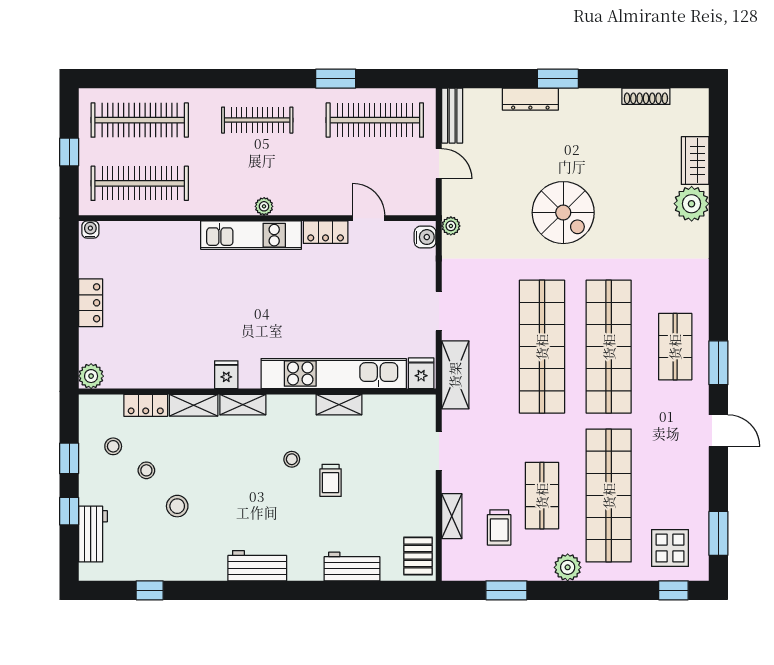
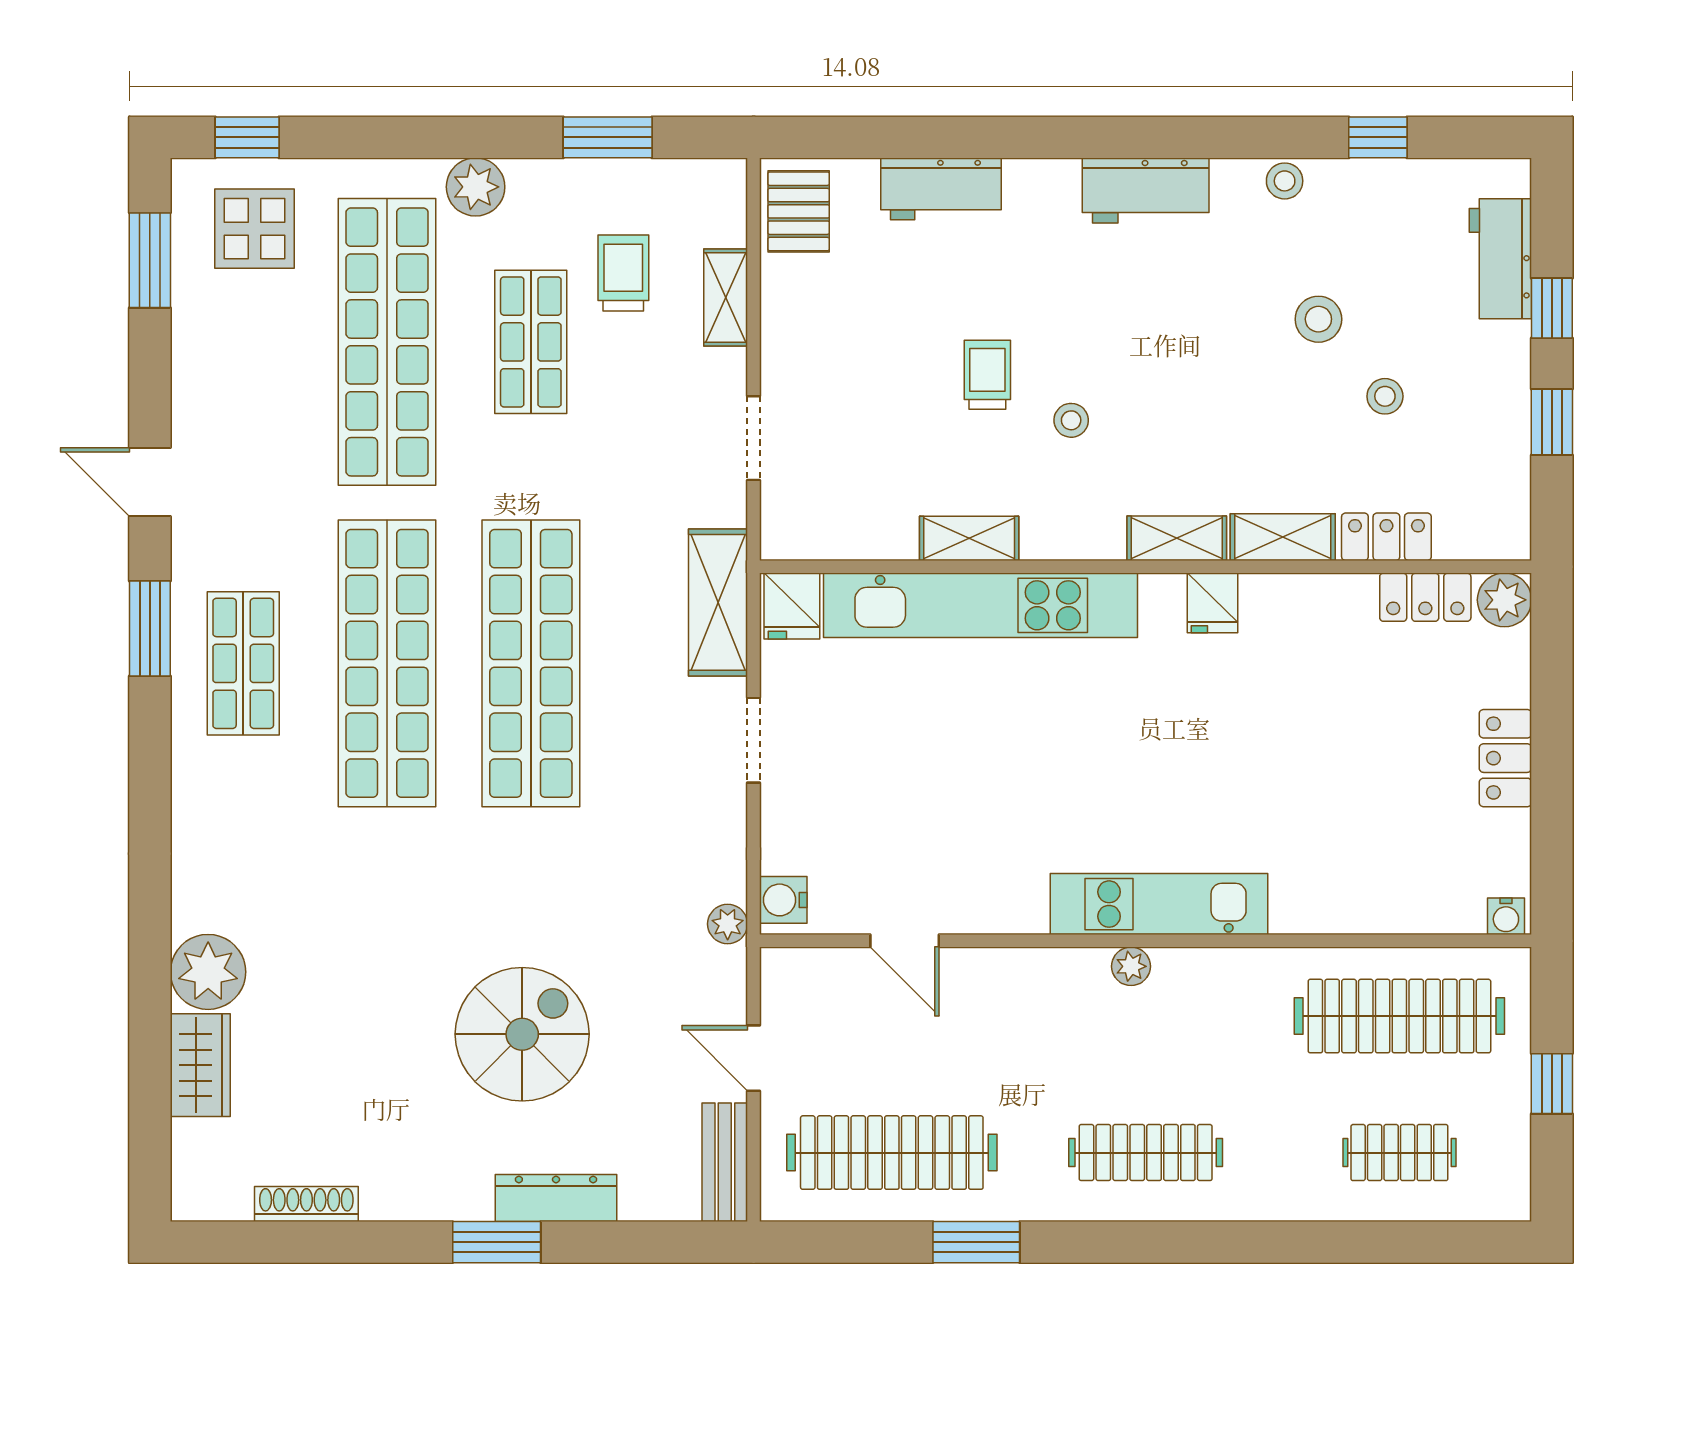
clothes rail: (140, 120) -> (1399, 1153), width x0.54, depth x0.76
spiral stairs: (563, 213) -> (522, 1034), moved, turned 90
locker: (326, 232) -> (1425, 597), moved, turned 180
stool: (113, 446) -> (1285, 181), moved

